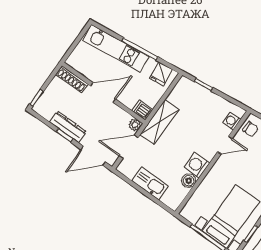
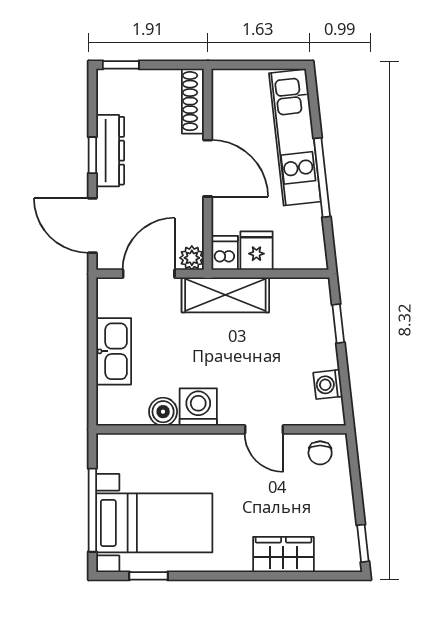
fridge: (161, 74) -> (256, 251), moved, turned 96
washing machine: (232, 121) -> (328, 384), moved, turned -96
door: (129, 147) -> (149, 274), hinge flipped

